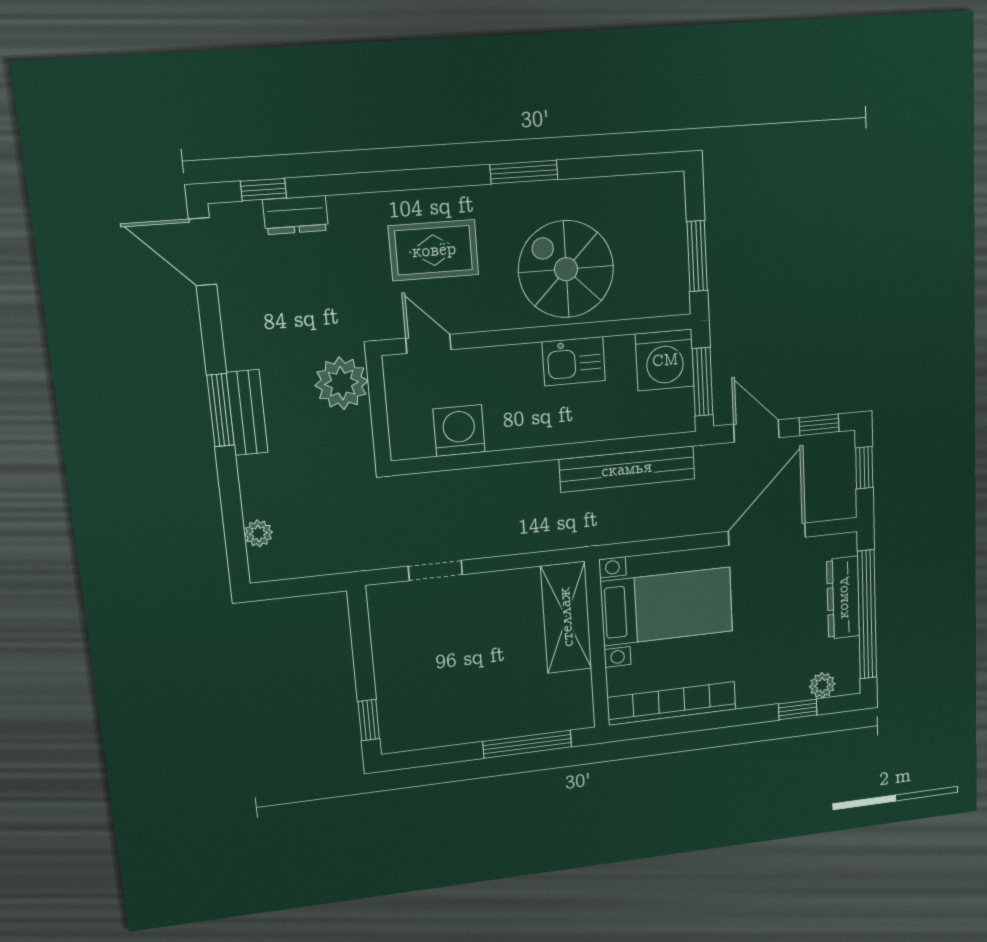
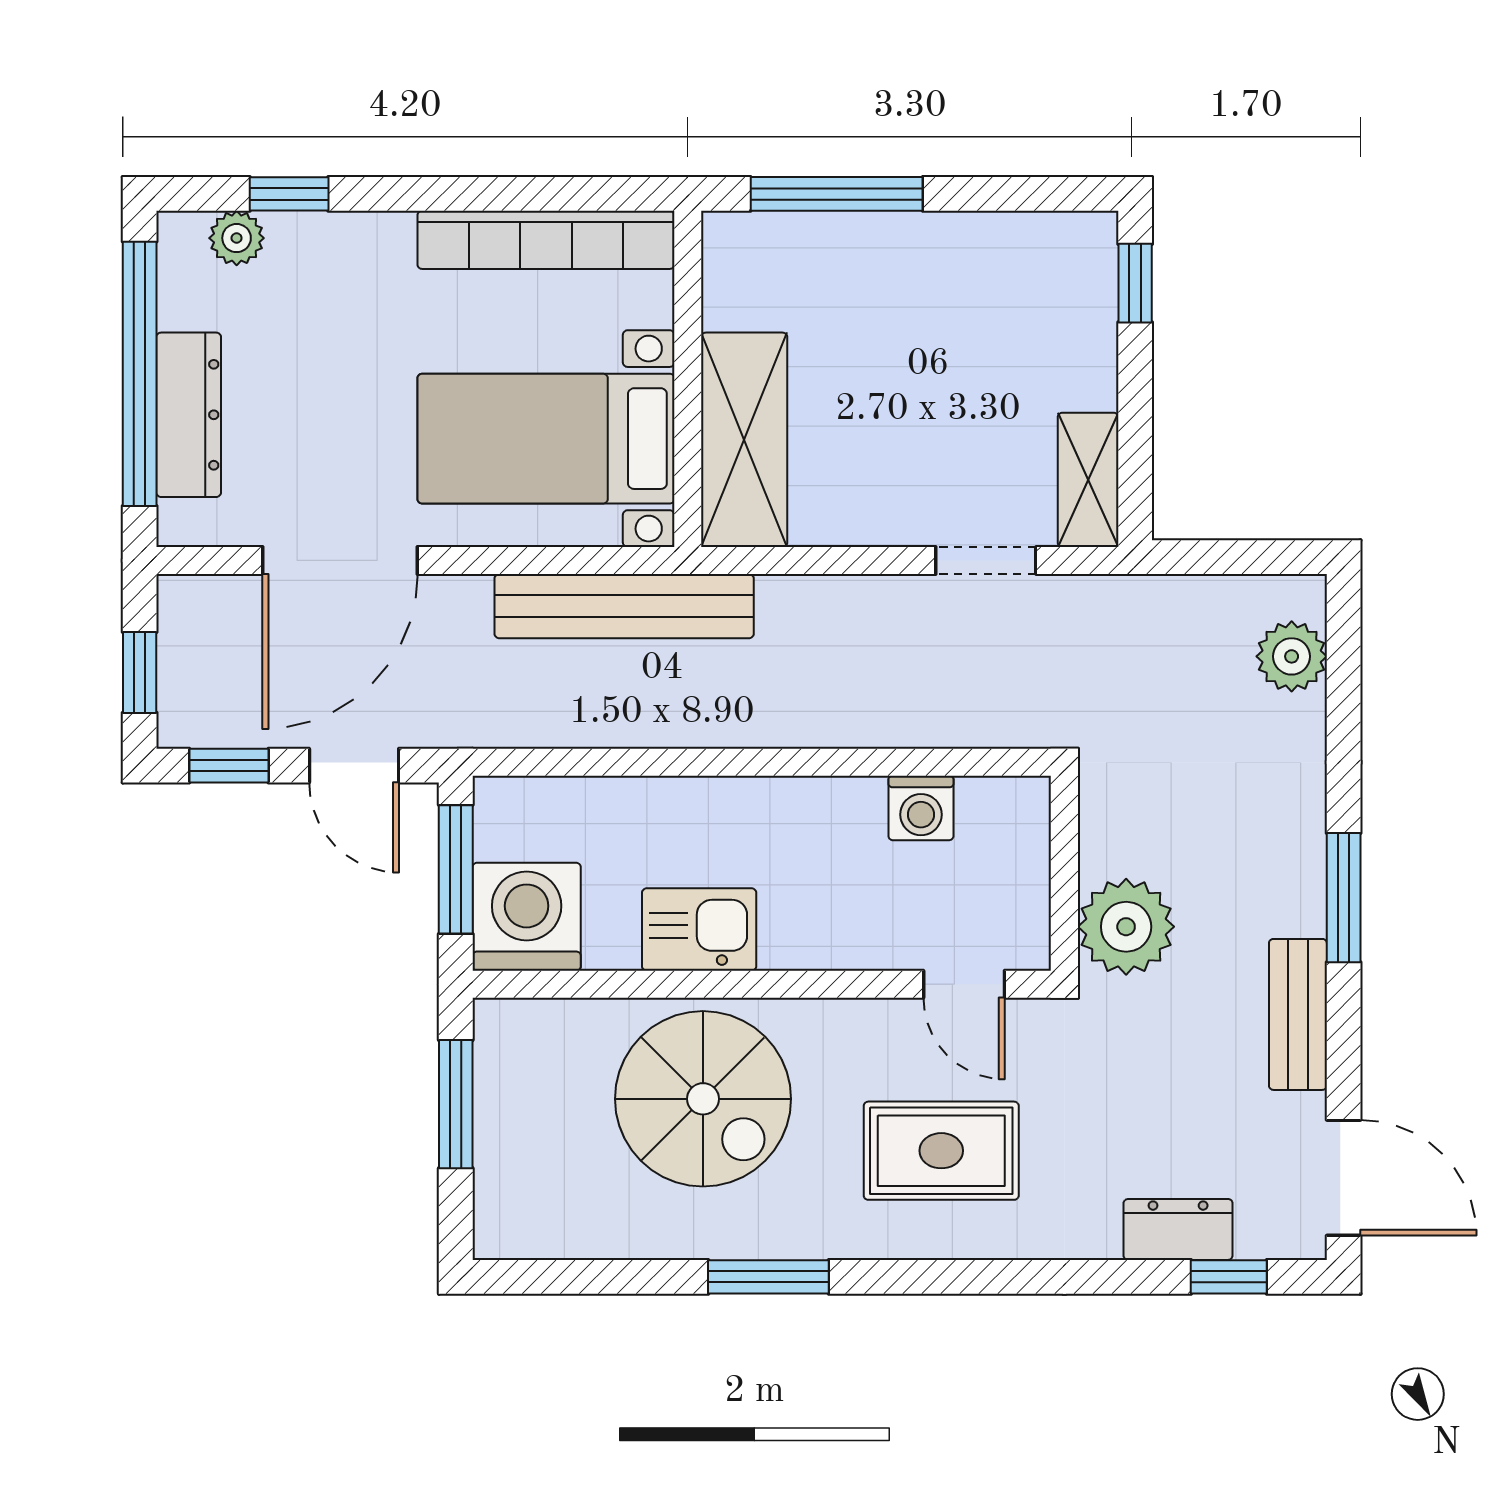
bench: (247, 413) -> (1298, 1014), moved
washing machine: (459, 431) -> (921, 808), width x0.73, depth x0.73
bench: (627, 469) -> (624, 606), moved
plant: (258, 533) -> (1292, 656), width x1.38, depth x1.38
shelving: (384, 618) -> (1088, 480), added

